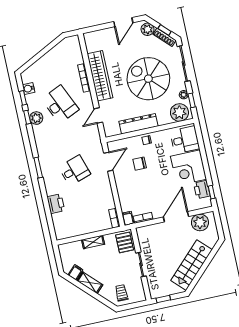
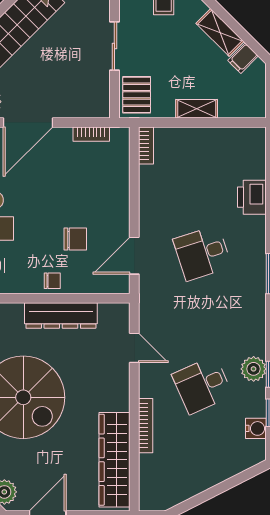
wardrobe: (100, 76) -> (114, 460), moved
desk: (60, 104) -> (202, 385), width x0.73
door: (98, 116) -> (134, 348), hinge flipped
filing cabinet: (128, 218) -> (120, 139), removed

